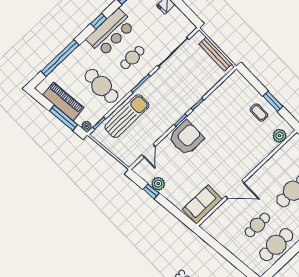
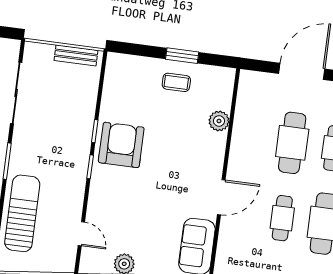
bench: (215, 54) -> (76, 55), width x0.73
plant: (280, 136) -> (219, 121), moved
armchair: (186, 138) -> (121, 145), moved

